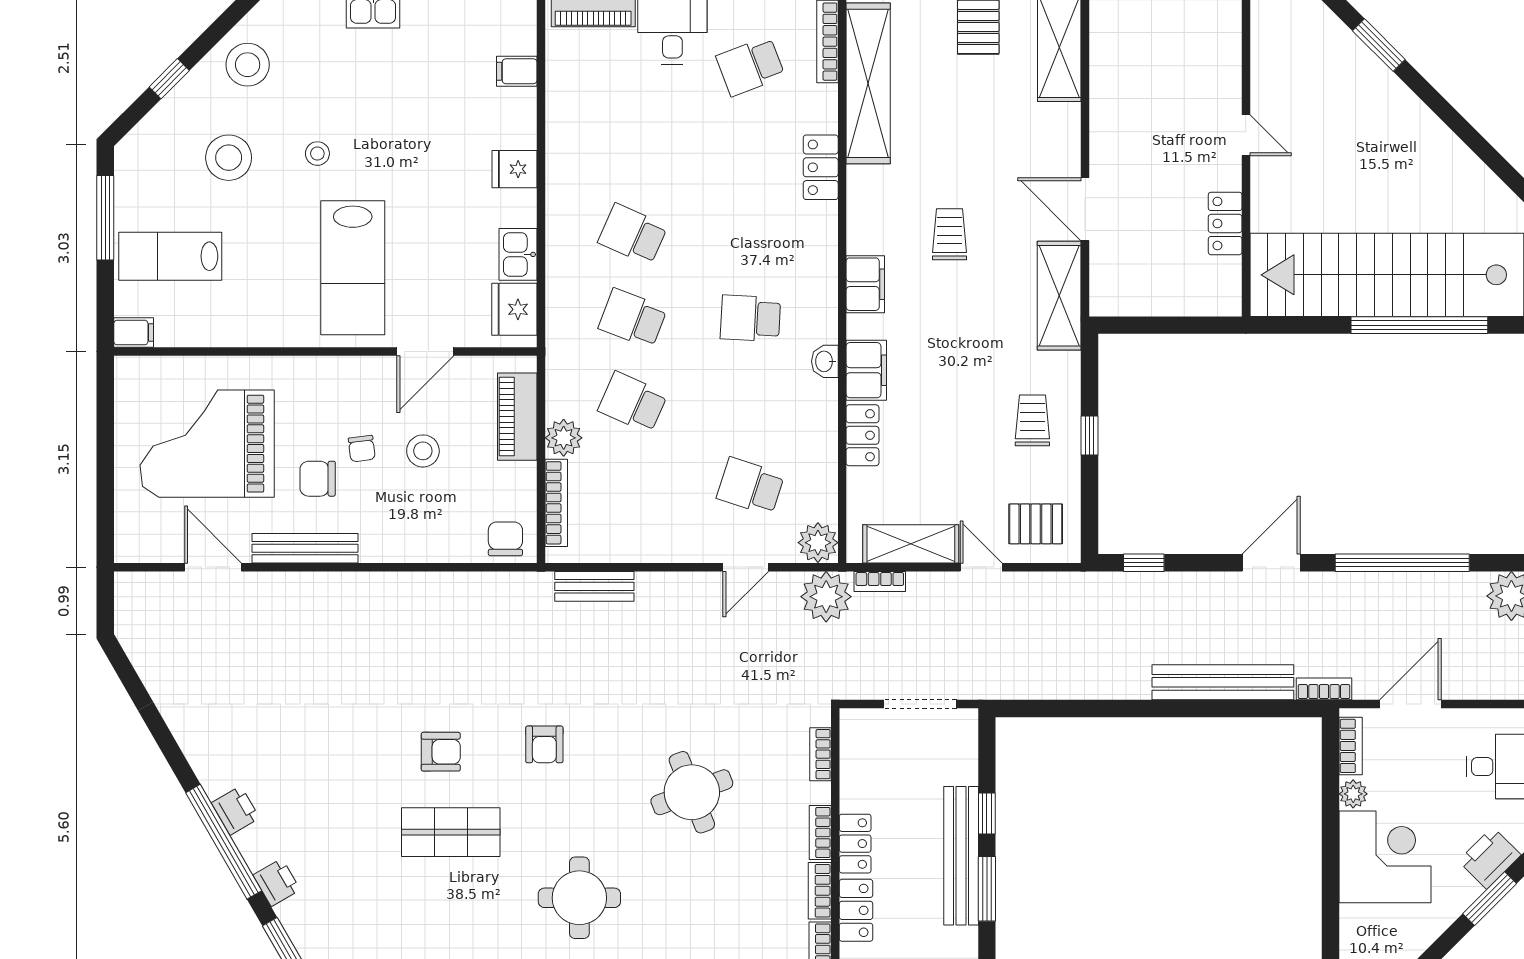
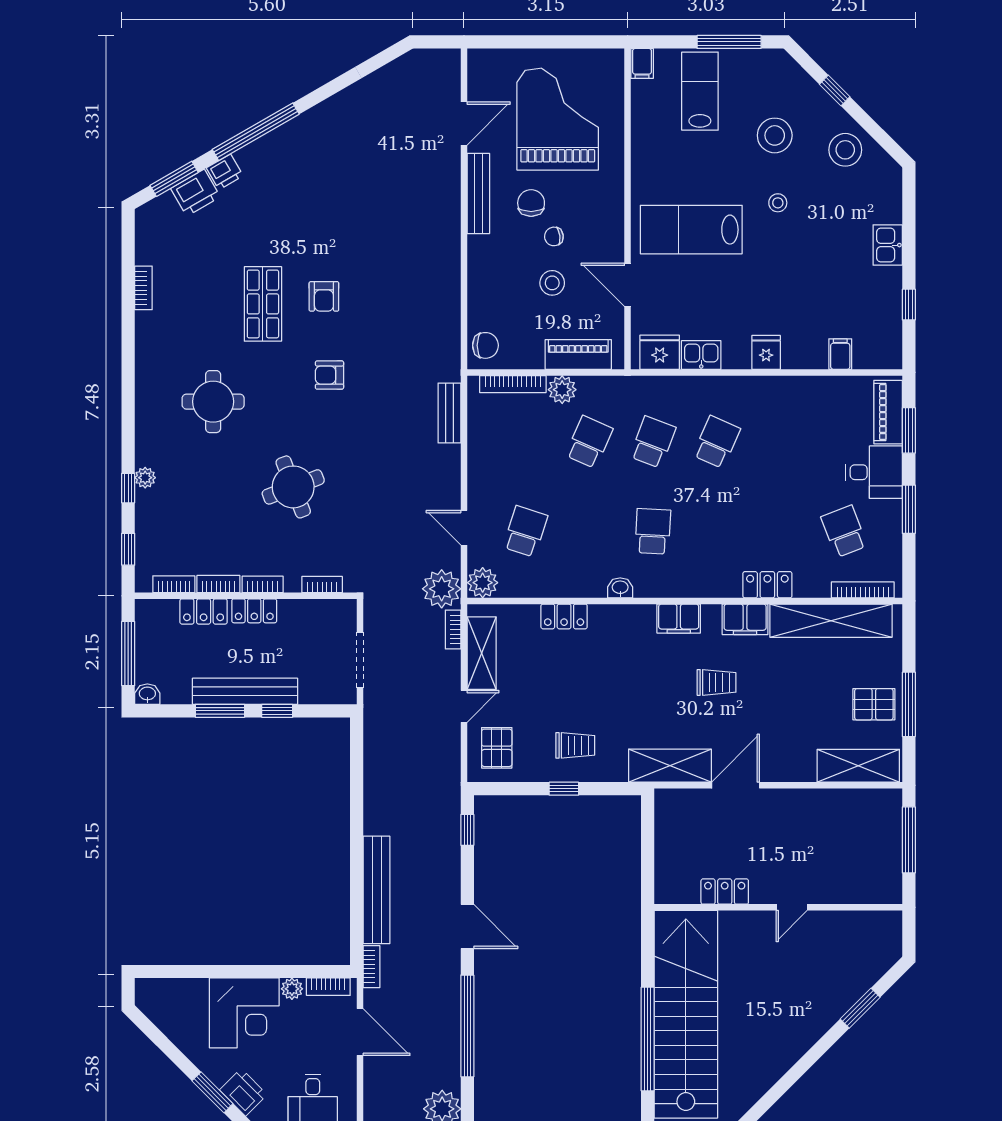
filing cabinet: (866, 370) -> (745, 619), moved
printer: (236, 811) -> (195, 193), moved, width x1.36, depth x1.24

